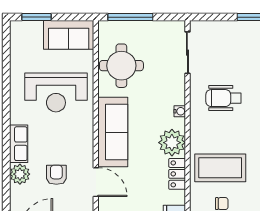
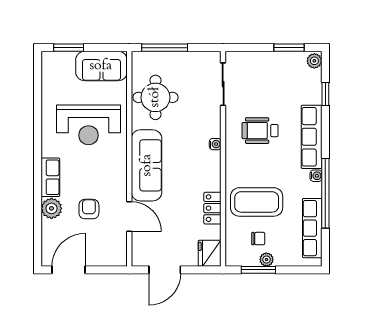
plant: (172, 143) -> (207, 176), removed

